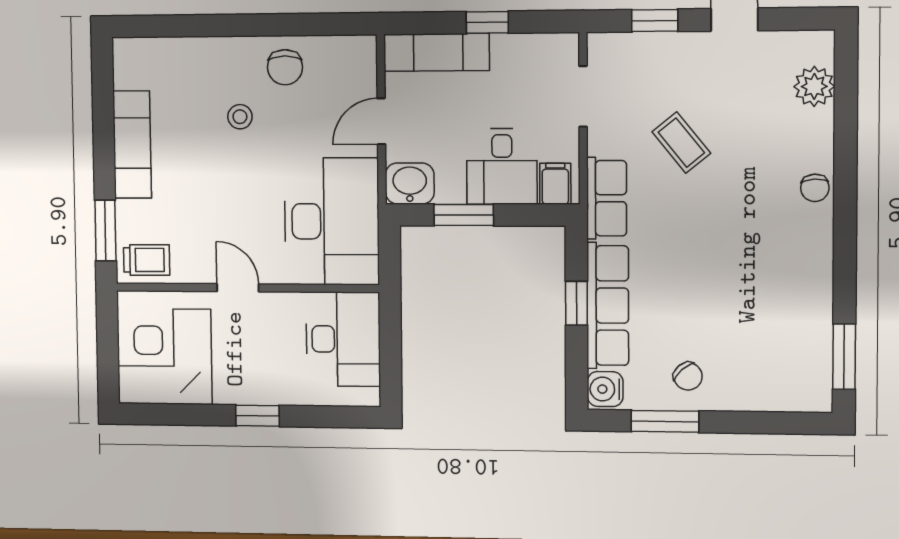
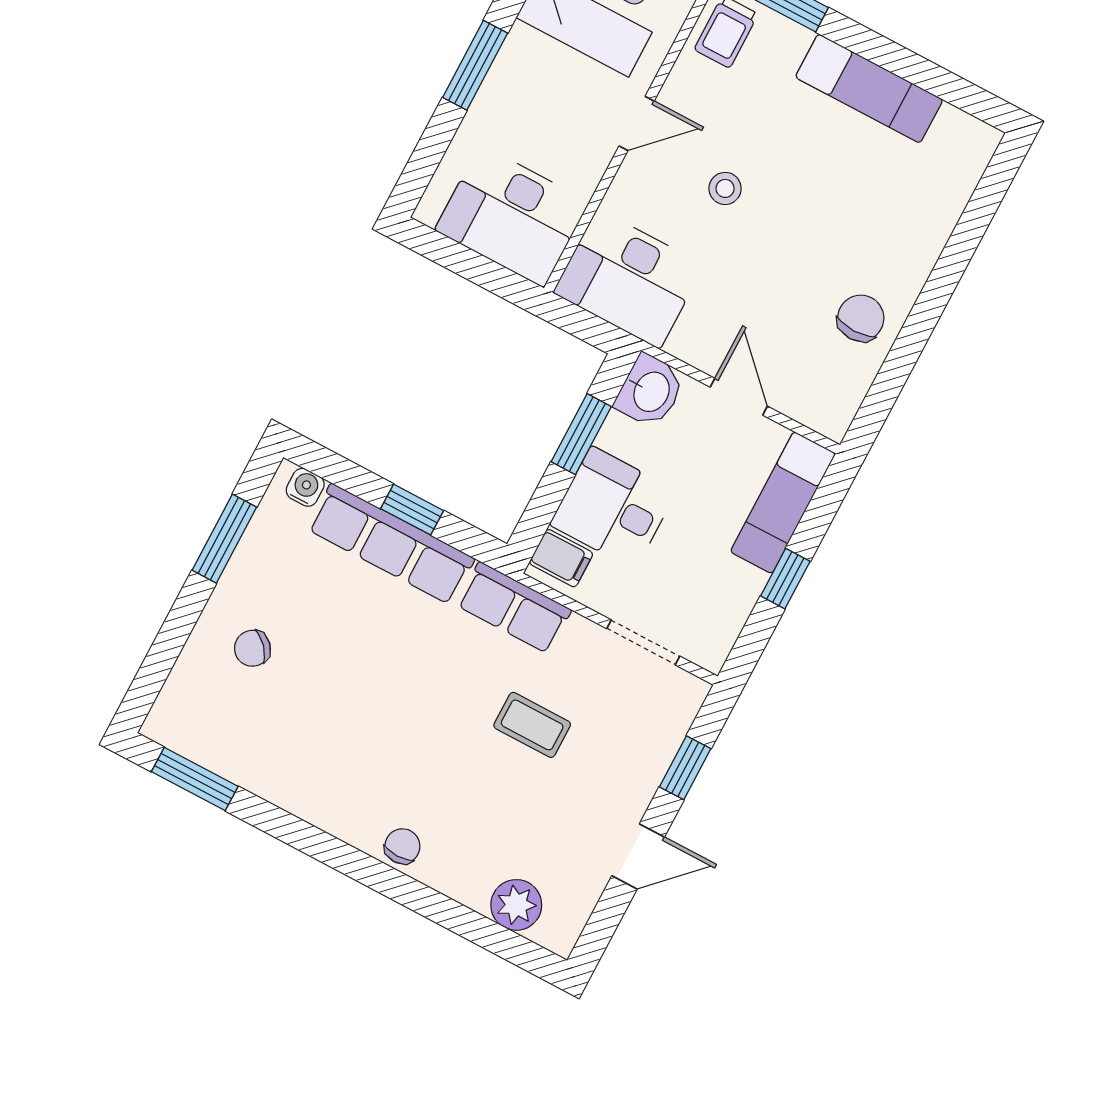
chair: (285, 67) -> (861, 318), turned 90
stool: (240, 117) -> (725, 188), moved
coffee table: (681, 143) -> (532, 725), turned 39
chair: (815, 188) -> (402, 846), turned 93
desk: (332, 221) -> (629, 279), width x0.73, depth x0.77
chair: (688, 376) -> (252, 648), moved
water cooler: (605, 389) -> (305, 487), width x0.72, depth x0.72
window: (258, 416) -> (475, 65), width x1.50

